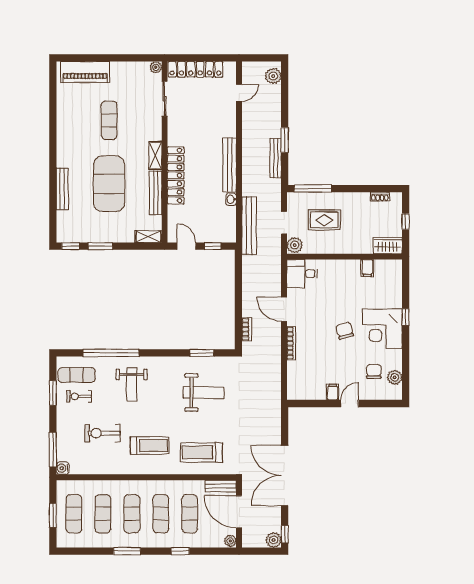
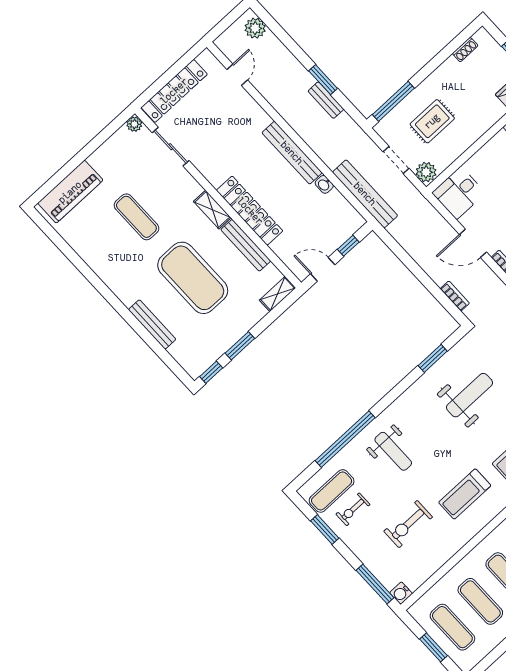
bench: (276, 158) -> (326, 100), width x0.73
treadmill: (150, 446) -> (465, 494), turned 180

